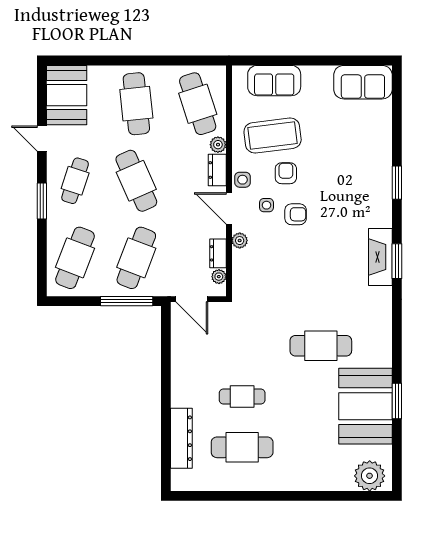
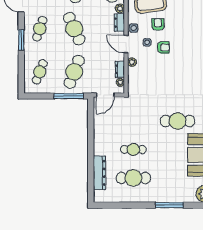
cafe table: (75, 258) -> (40, 72), width x0.73, depth x0.74
door: (192, 299) -> (105, 95), hinge flipped
window: (306, 496) -> (169, 205), added

